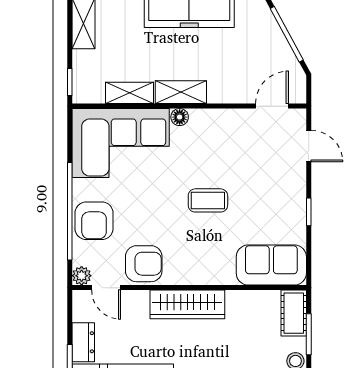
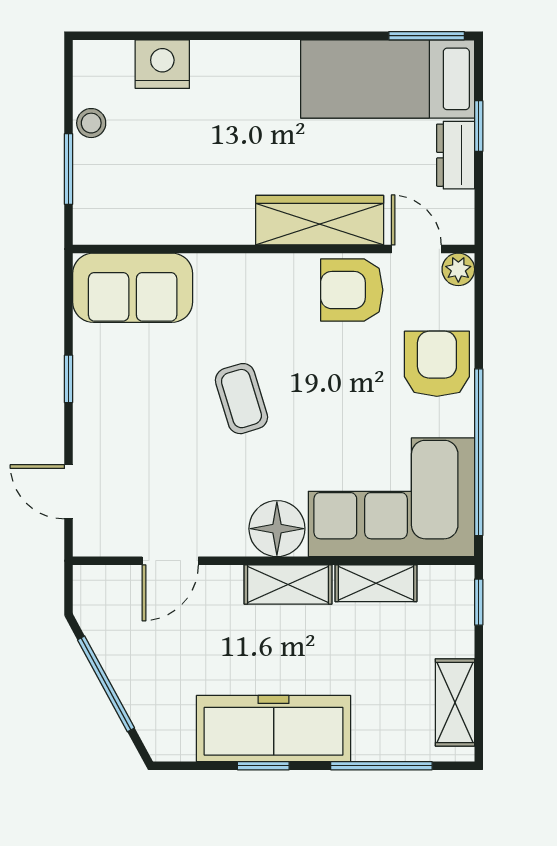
door: (272, 106) -> (170, 561), moved
floor lamp: (180, 117) -> (277, 529), width x1.89, depth x1.89
coffee table: (208, 200) -> (241, 399), turned 73
window: (70, 211) -> (479, 452), moved
wardrobe: (187, 304) -> (320, 220), moved
cot: (294, 313) -> (94, 205), removed

